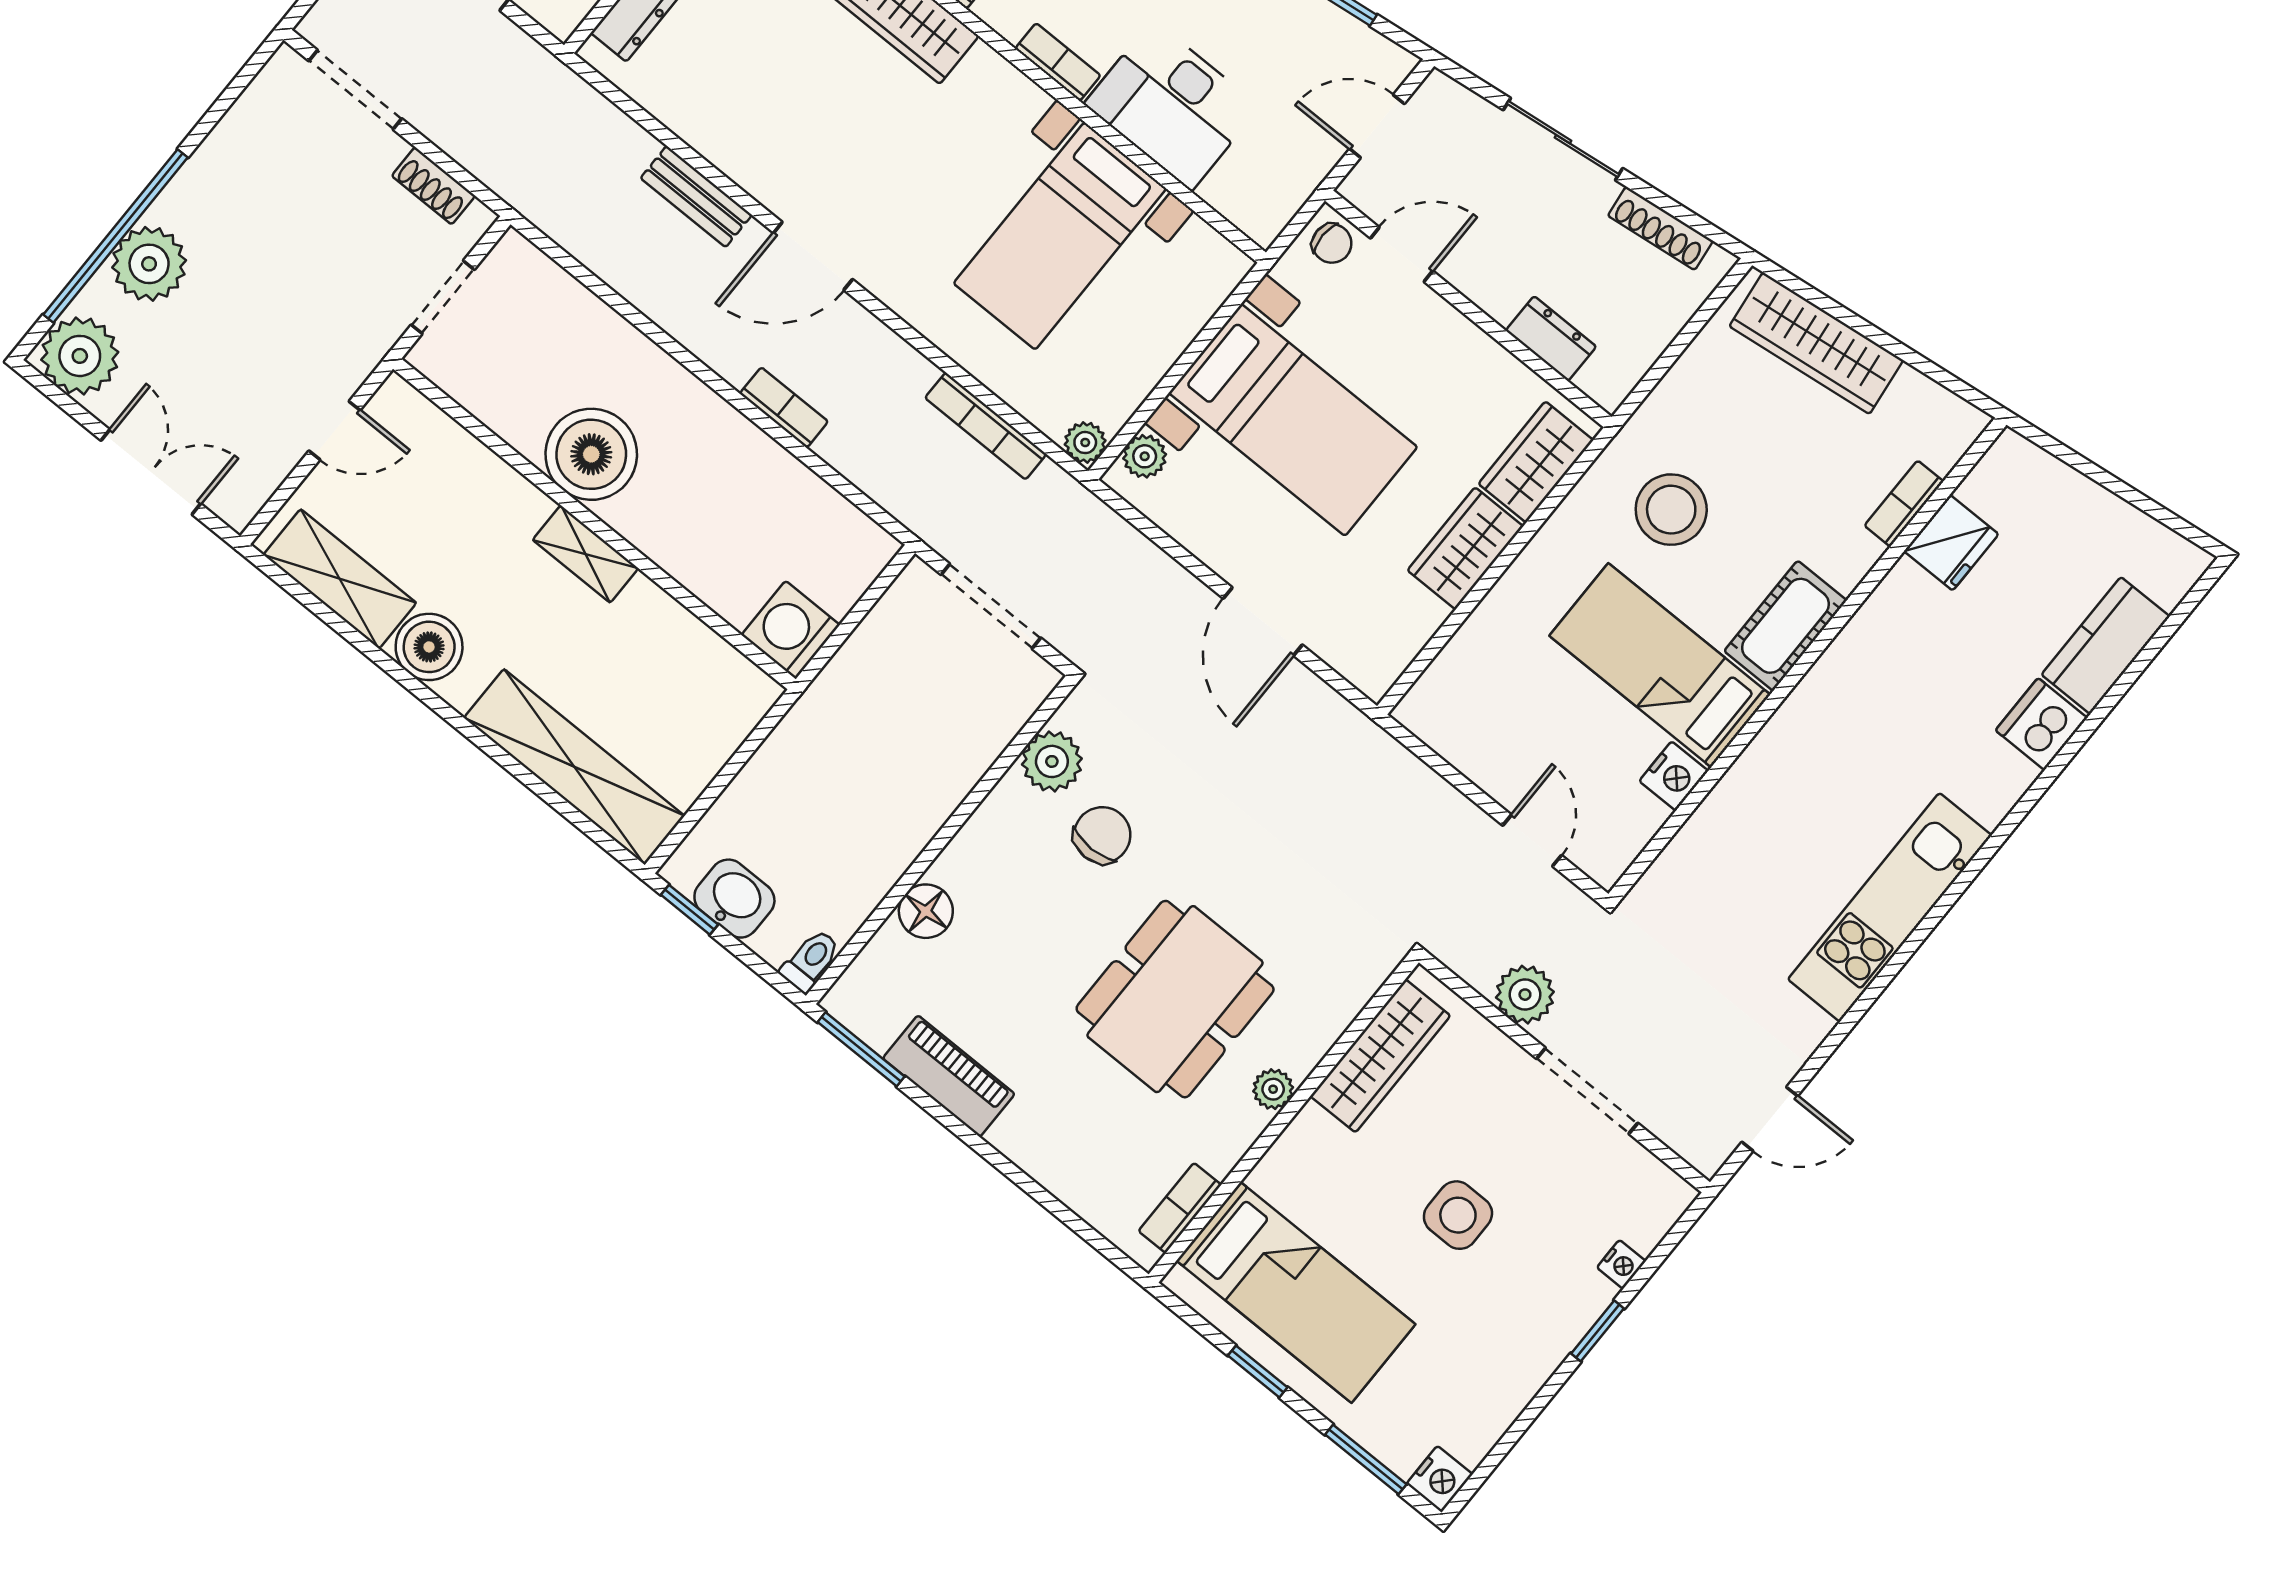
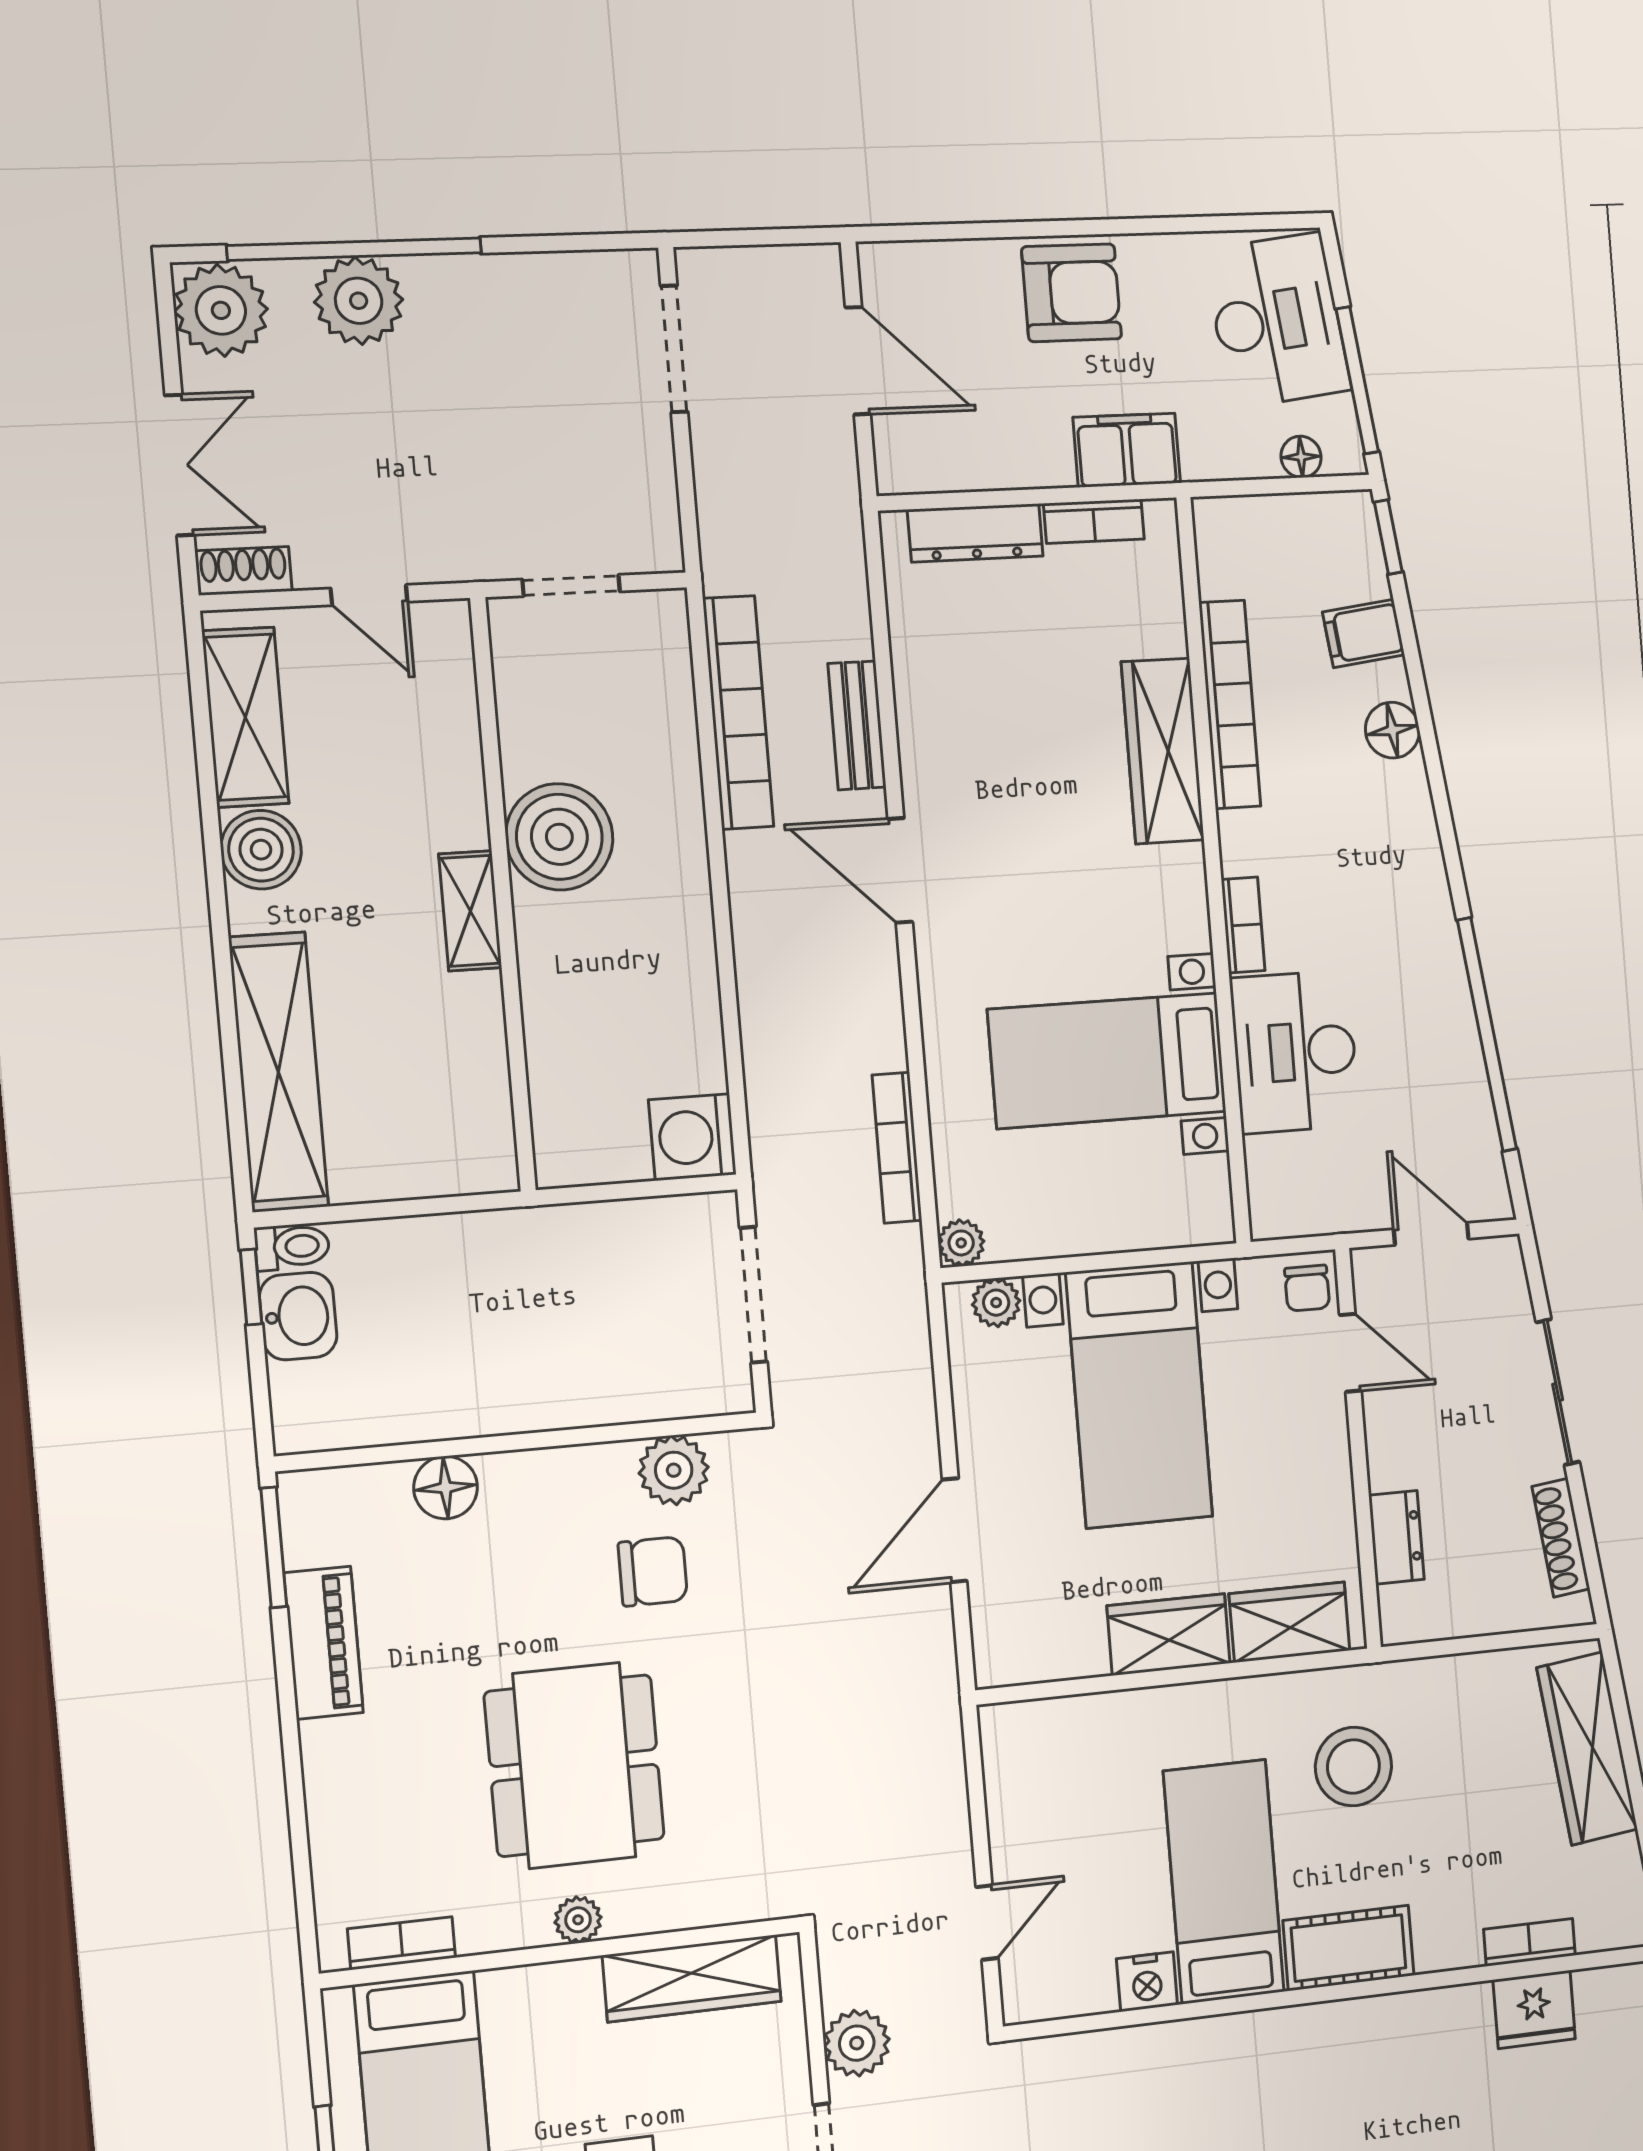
shoe rack: (433, 186) -> (244, 571), moved, turned 90
bookcase: (784, 408) -> (738, 713), moved, width x2.31, depth x1.31
washing machine: (791, 630) -> (692, 1137), moved, turned -90
toilet: (811, 961) -> (292, 1247), moved
dining table: (1175, 999) -> (574, 1765), turned 90

